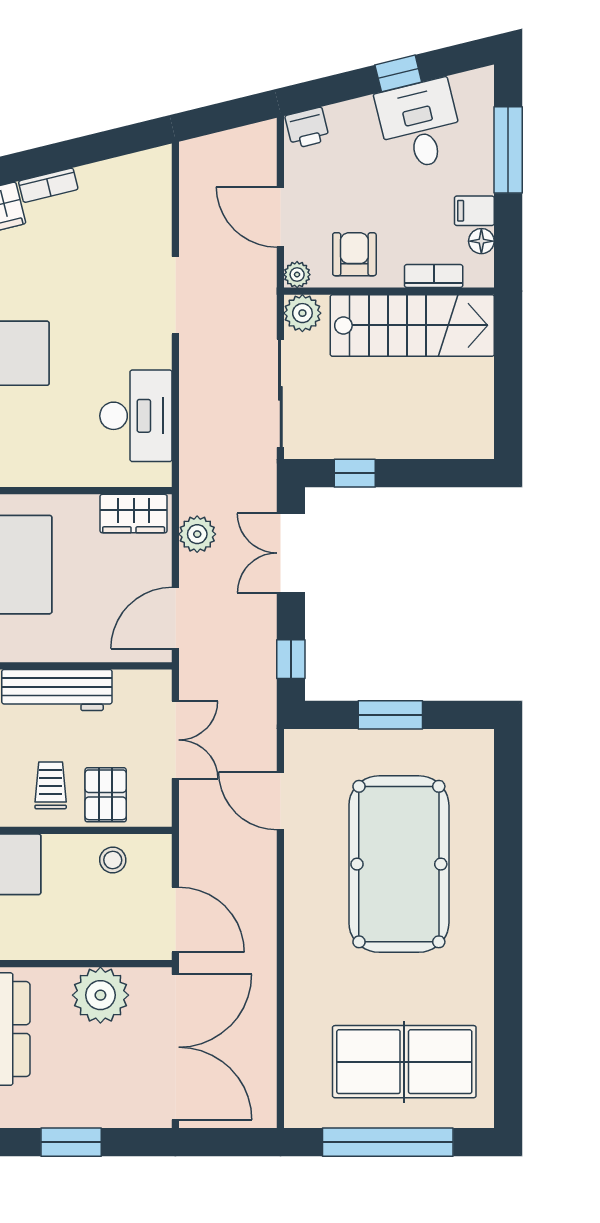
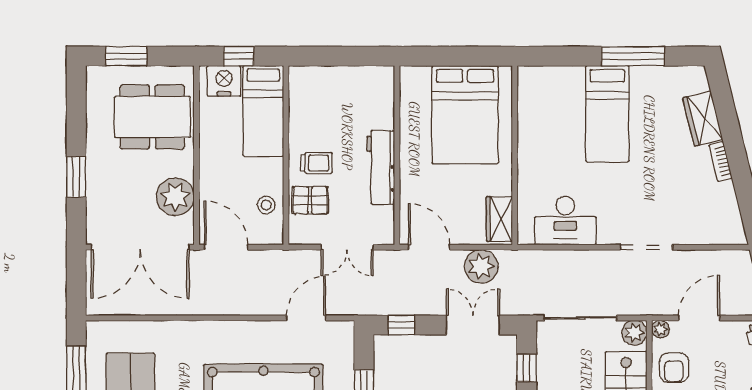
armchair: (354, 254) -> (674, 368), turned 90
plant: (197, 534) -> (481, 266), width x1.36, depth x1.36
door: (175, 920) -> (226, 247), swing flipped

